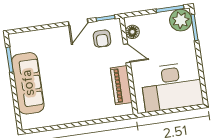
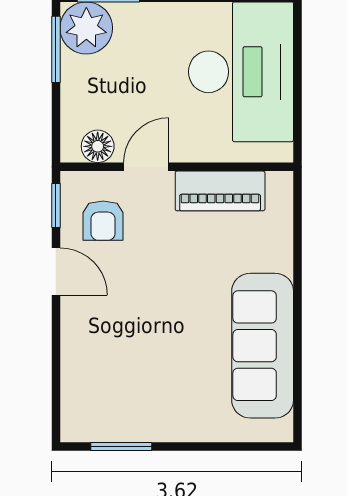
armchair: (102, 39) -> (103, 221), turned 90
sofa: (28, 83) -> (263, 346), moved, turned -90

